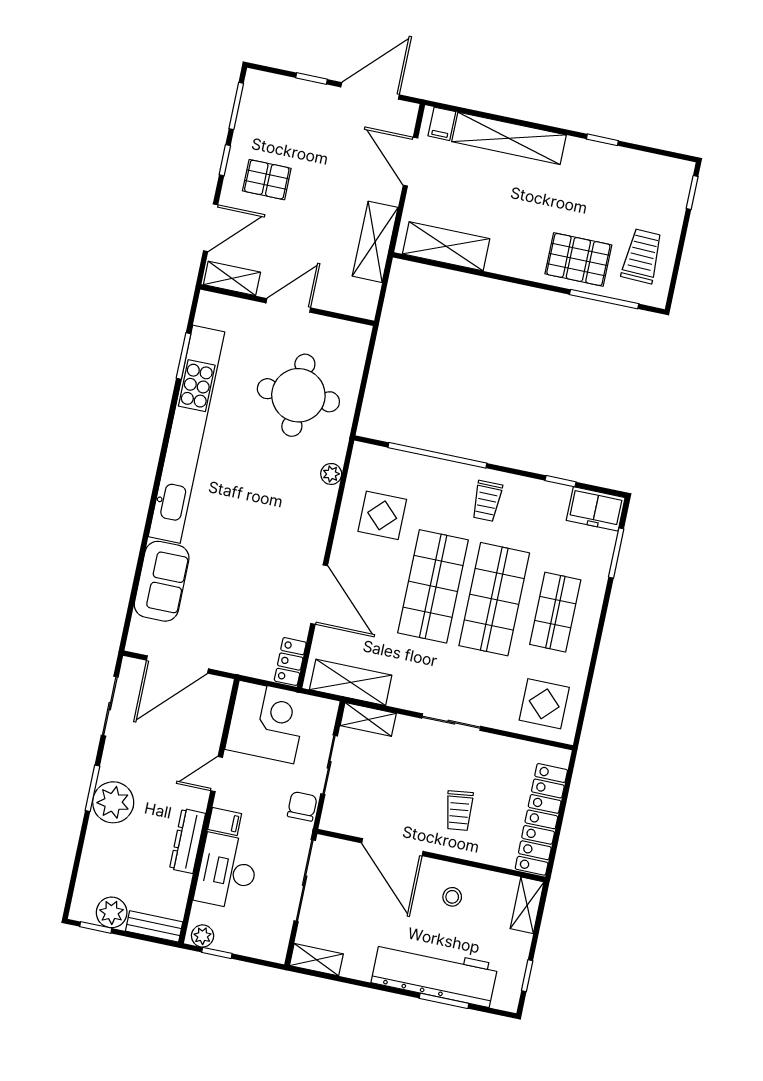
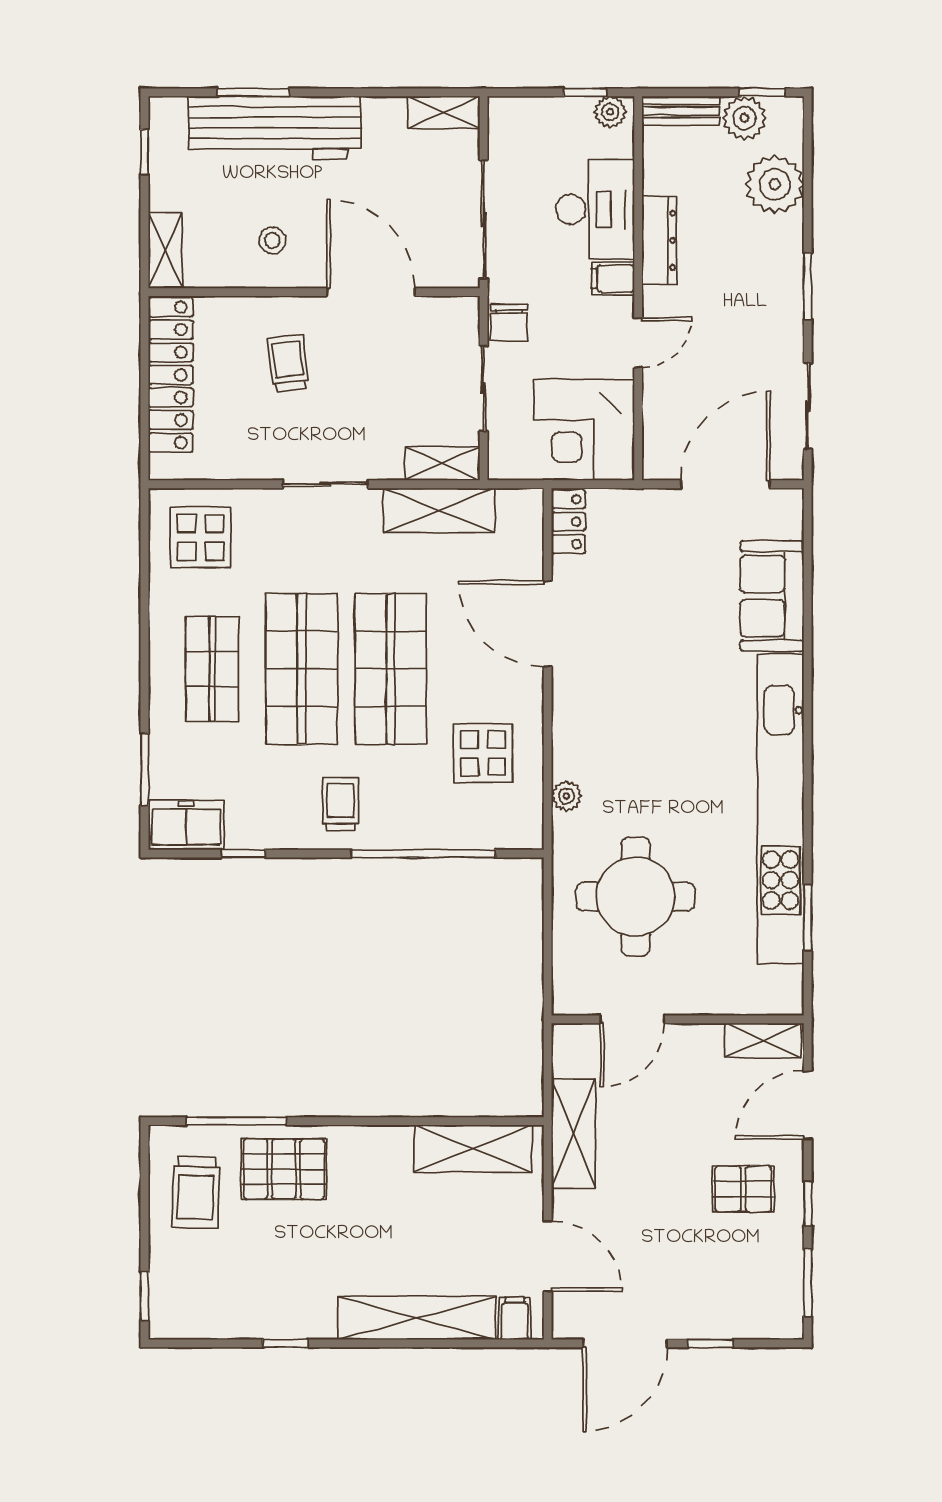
door: (288, 305) -> (632, 1019), moved
shelving: (351, 682) -> (439, 510), moved
plant: (113, 802) -> (775, 184), moved

